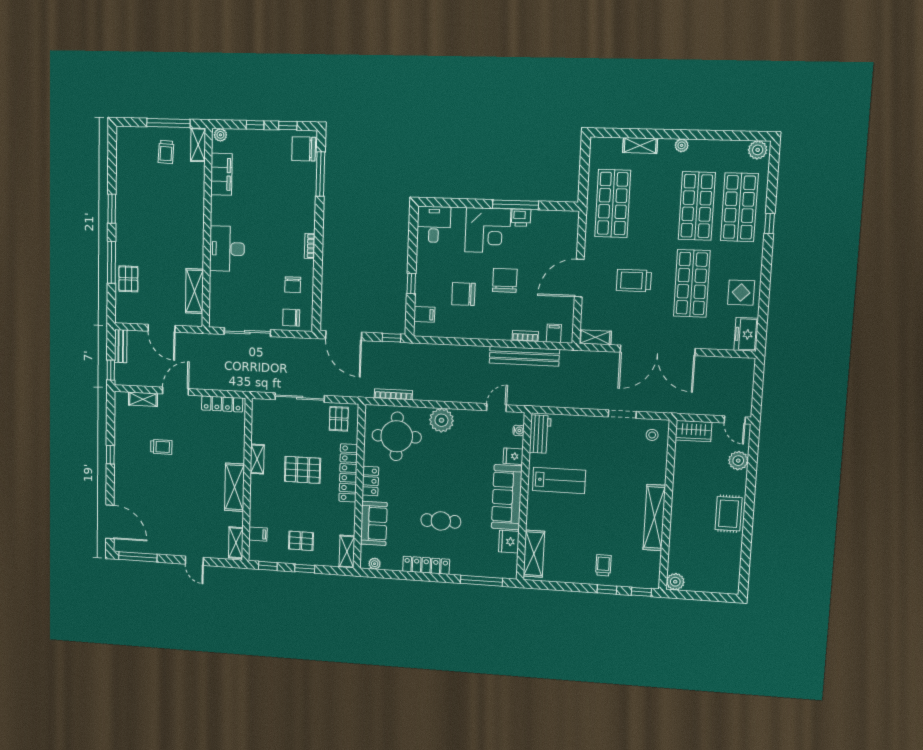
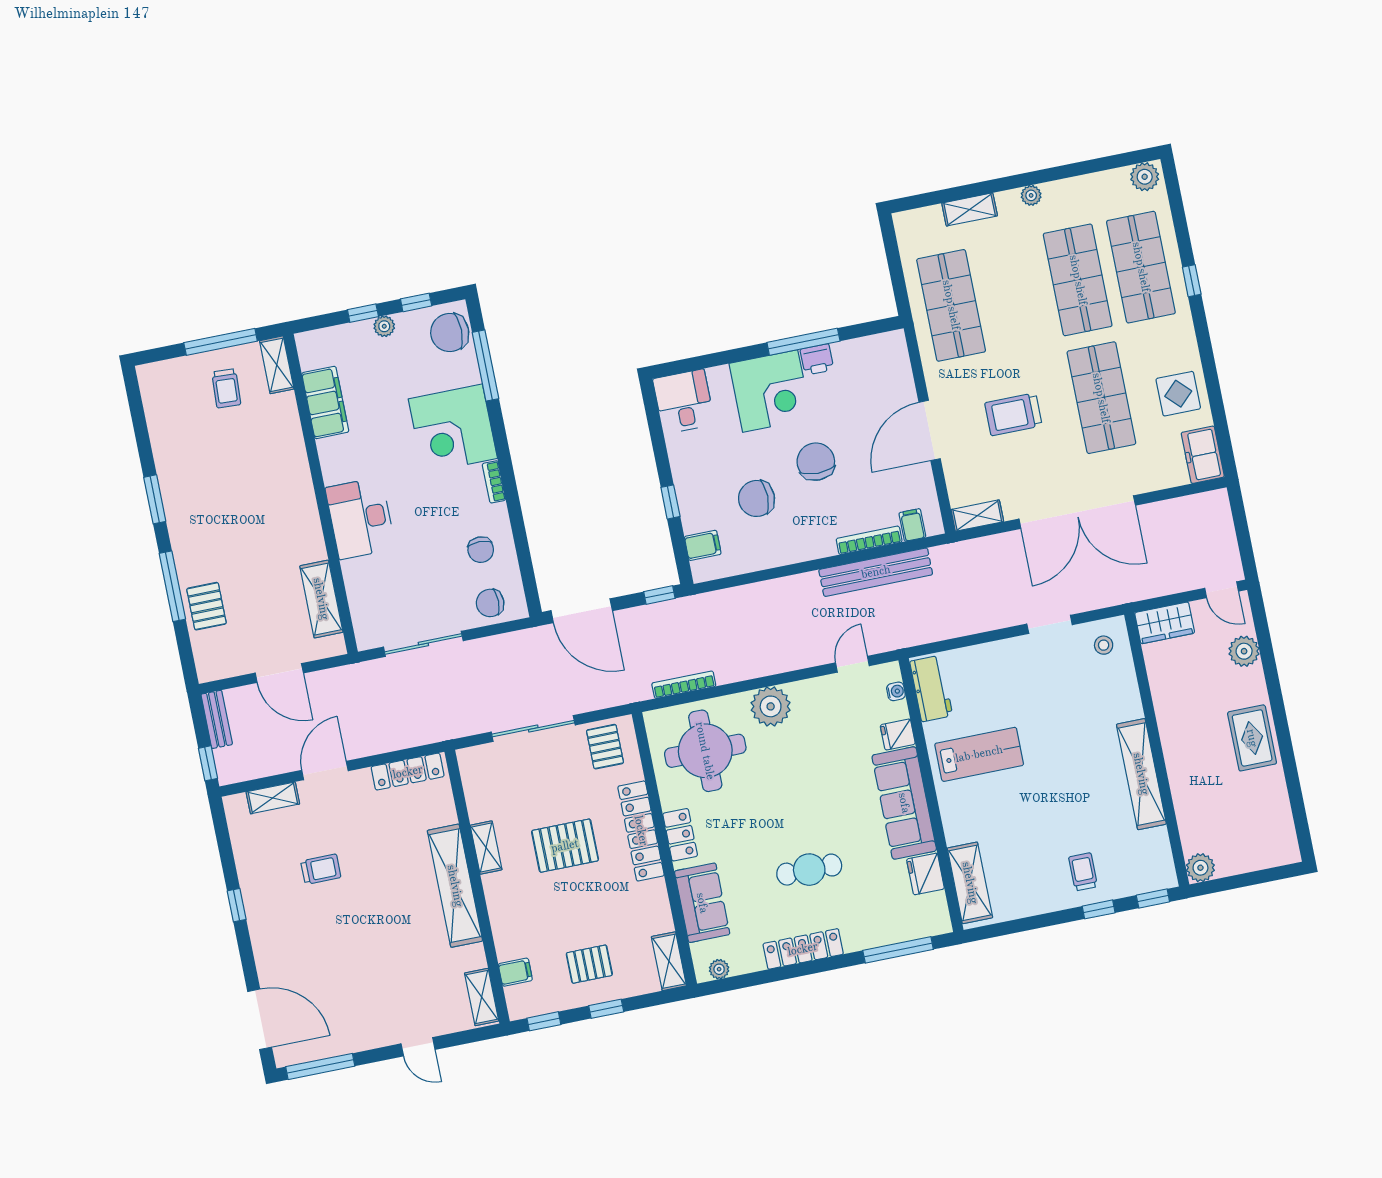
plant: (220, 135) -> (384, 326), moved
corner desk: (293, 208) -> (453, 429), added
bookcase: (525, 336) -> (869, 540), width x1.56
shelving: (235, 487) -> (455, 886), width x1.47

